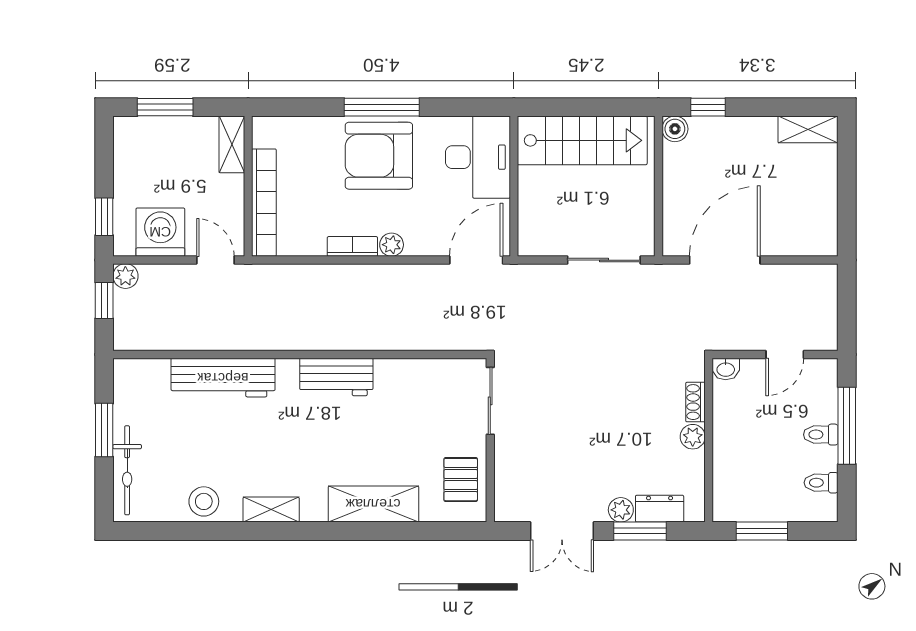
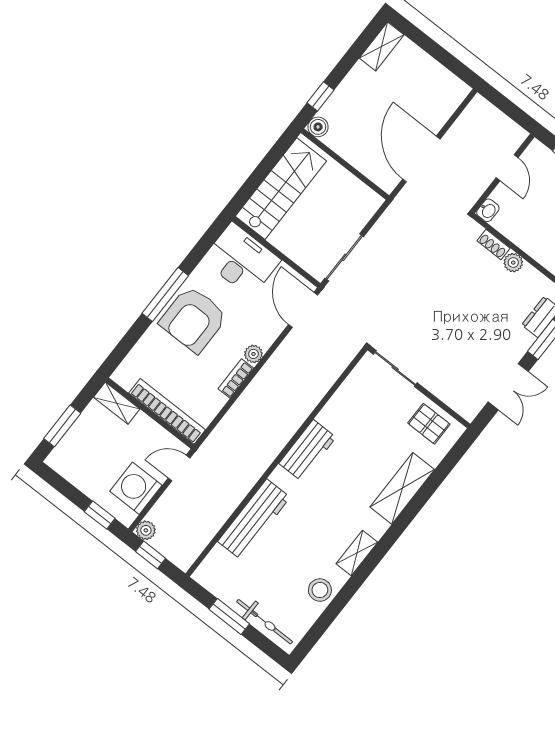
sliding door: (604, 260) -> (344, 257), moved
plant: (621, 510) -> (523, 341), removed

